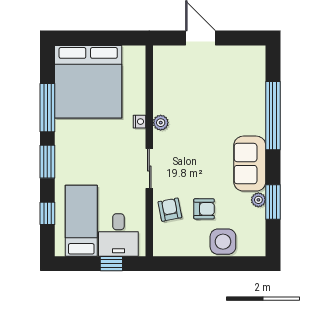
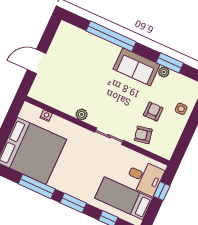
nightstand: (140, 122) -> (46, 116), moved
side table: (223, 242) -> (181, 109), width x0.54, depth x0.54

